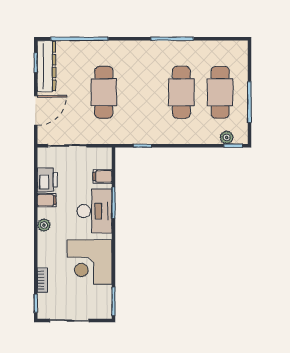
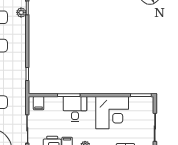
filing cabinet: (102, 176) -> (39, 103), moved
desk: (95, 211) -> (75, 109), width x0.73

